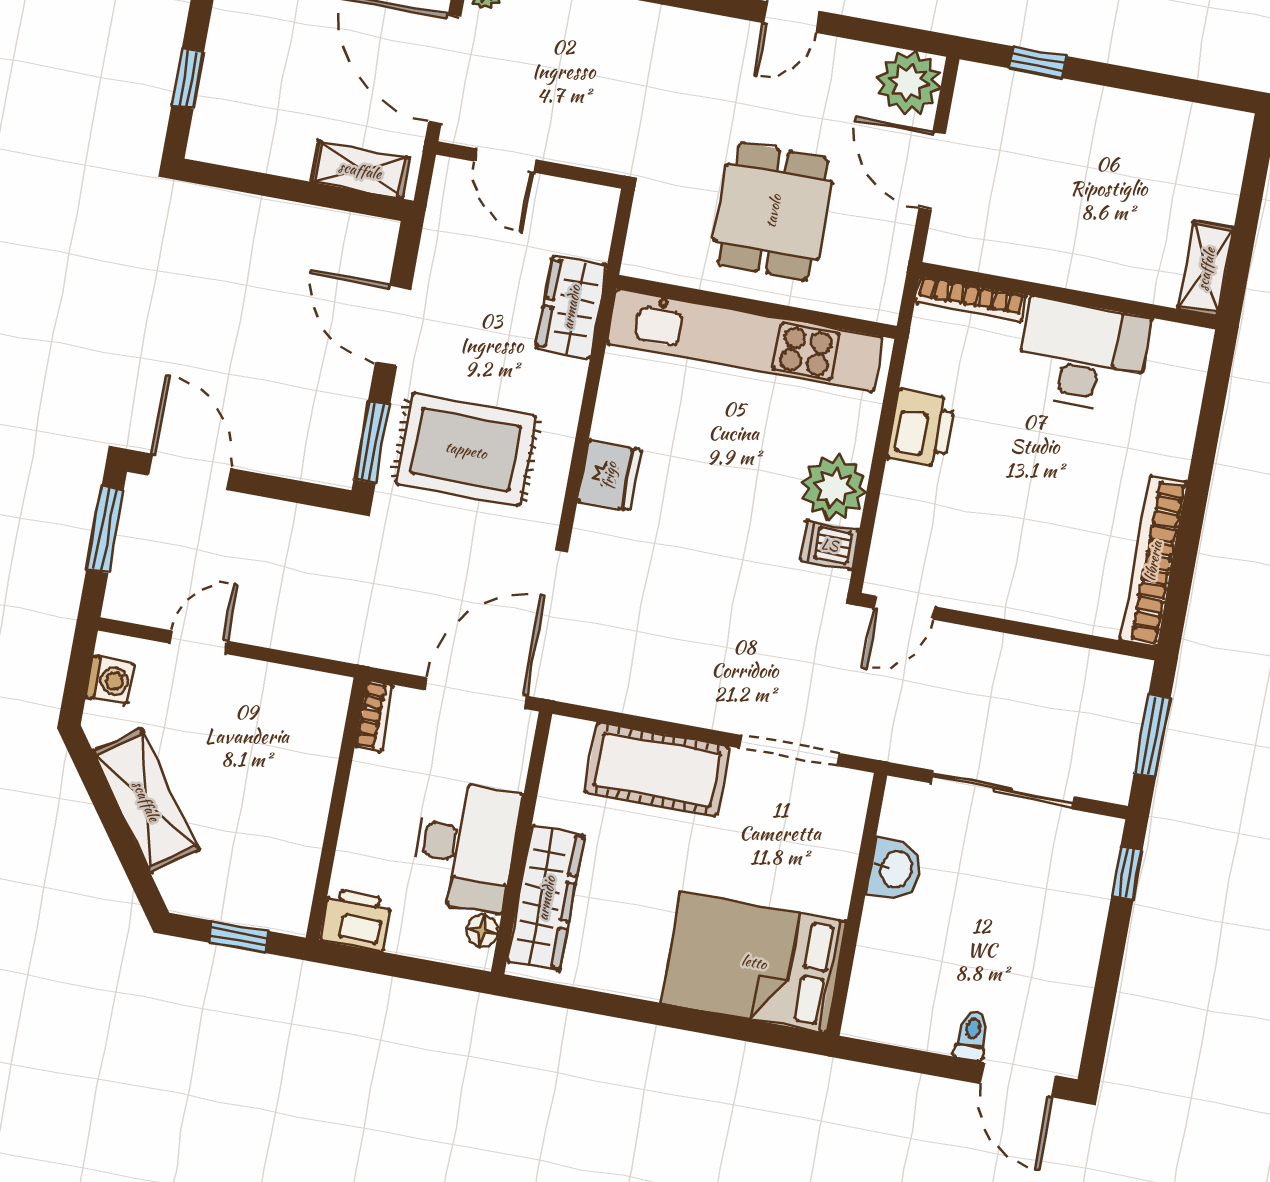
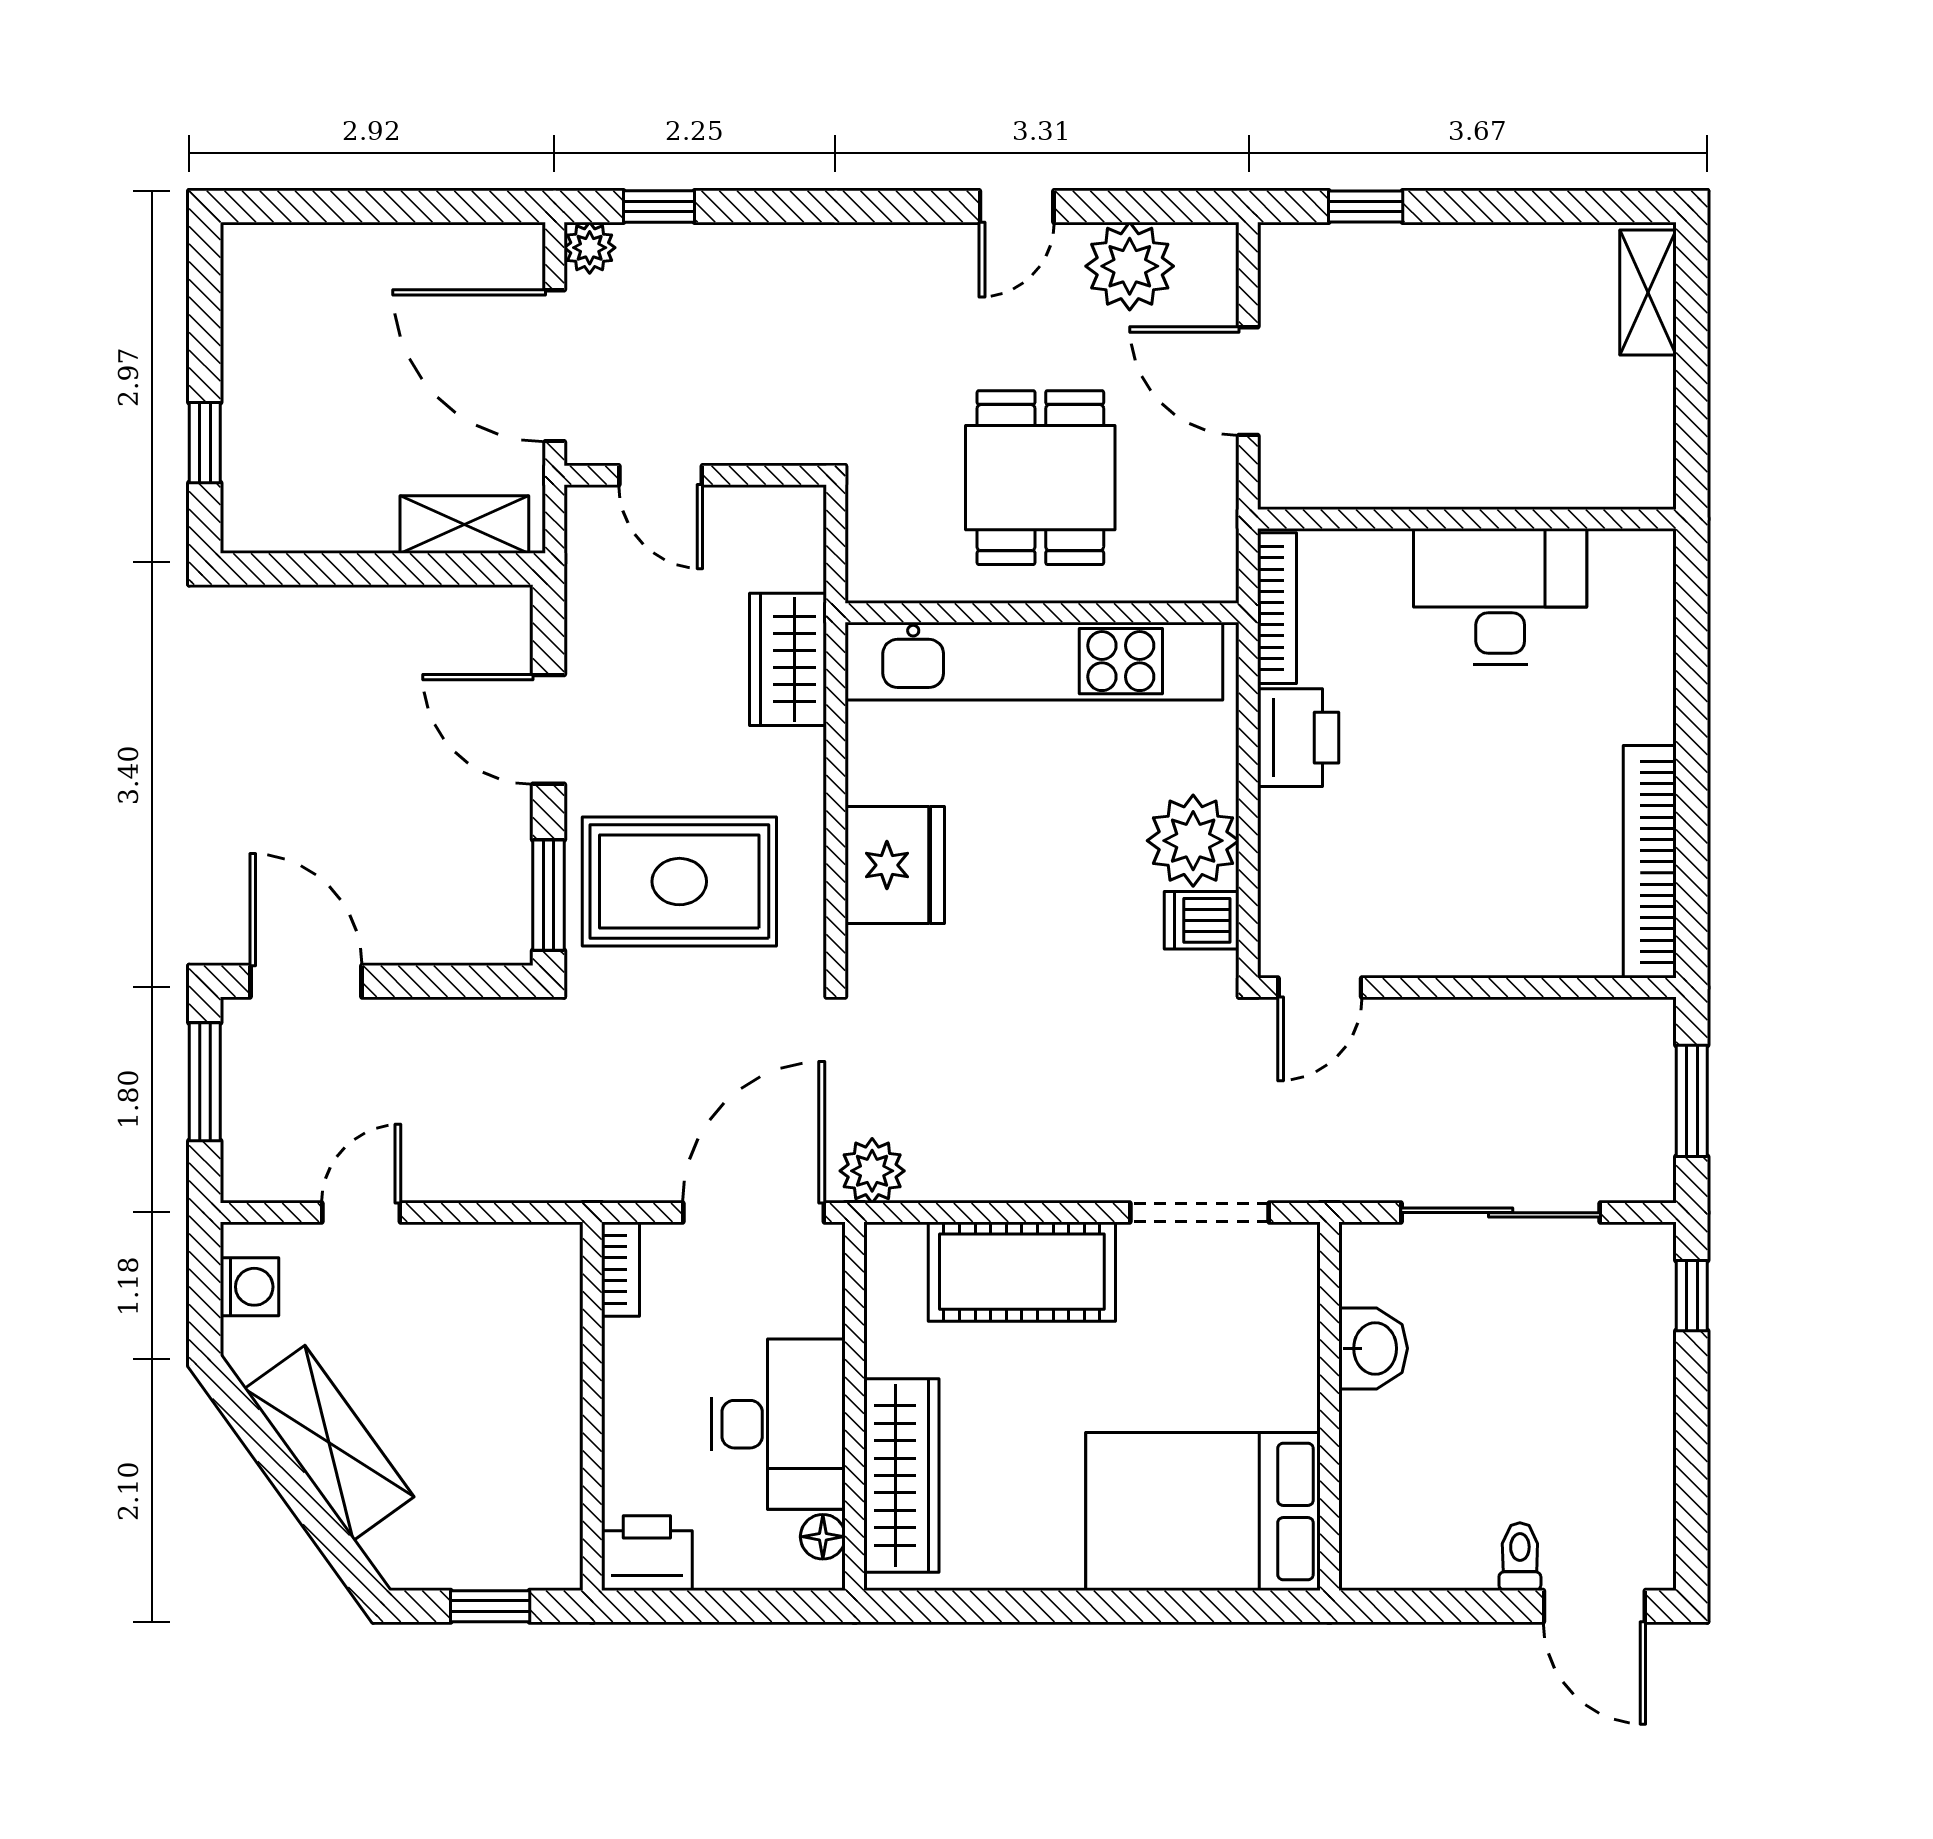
plant: (909, 82) -> (1130, 266), moved
shelving: (1206, 269) -> (1648, 293), moved
bookcase: (971, 299) -> (1277, 608), moved, turned -90
fridge: (609, 475) -> (895, 865), width x1.36, depth x1.34
plant: (564, 679) -> (872, 1171), added

